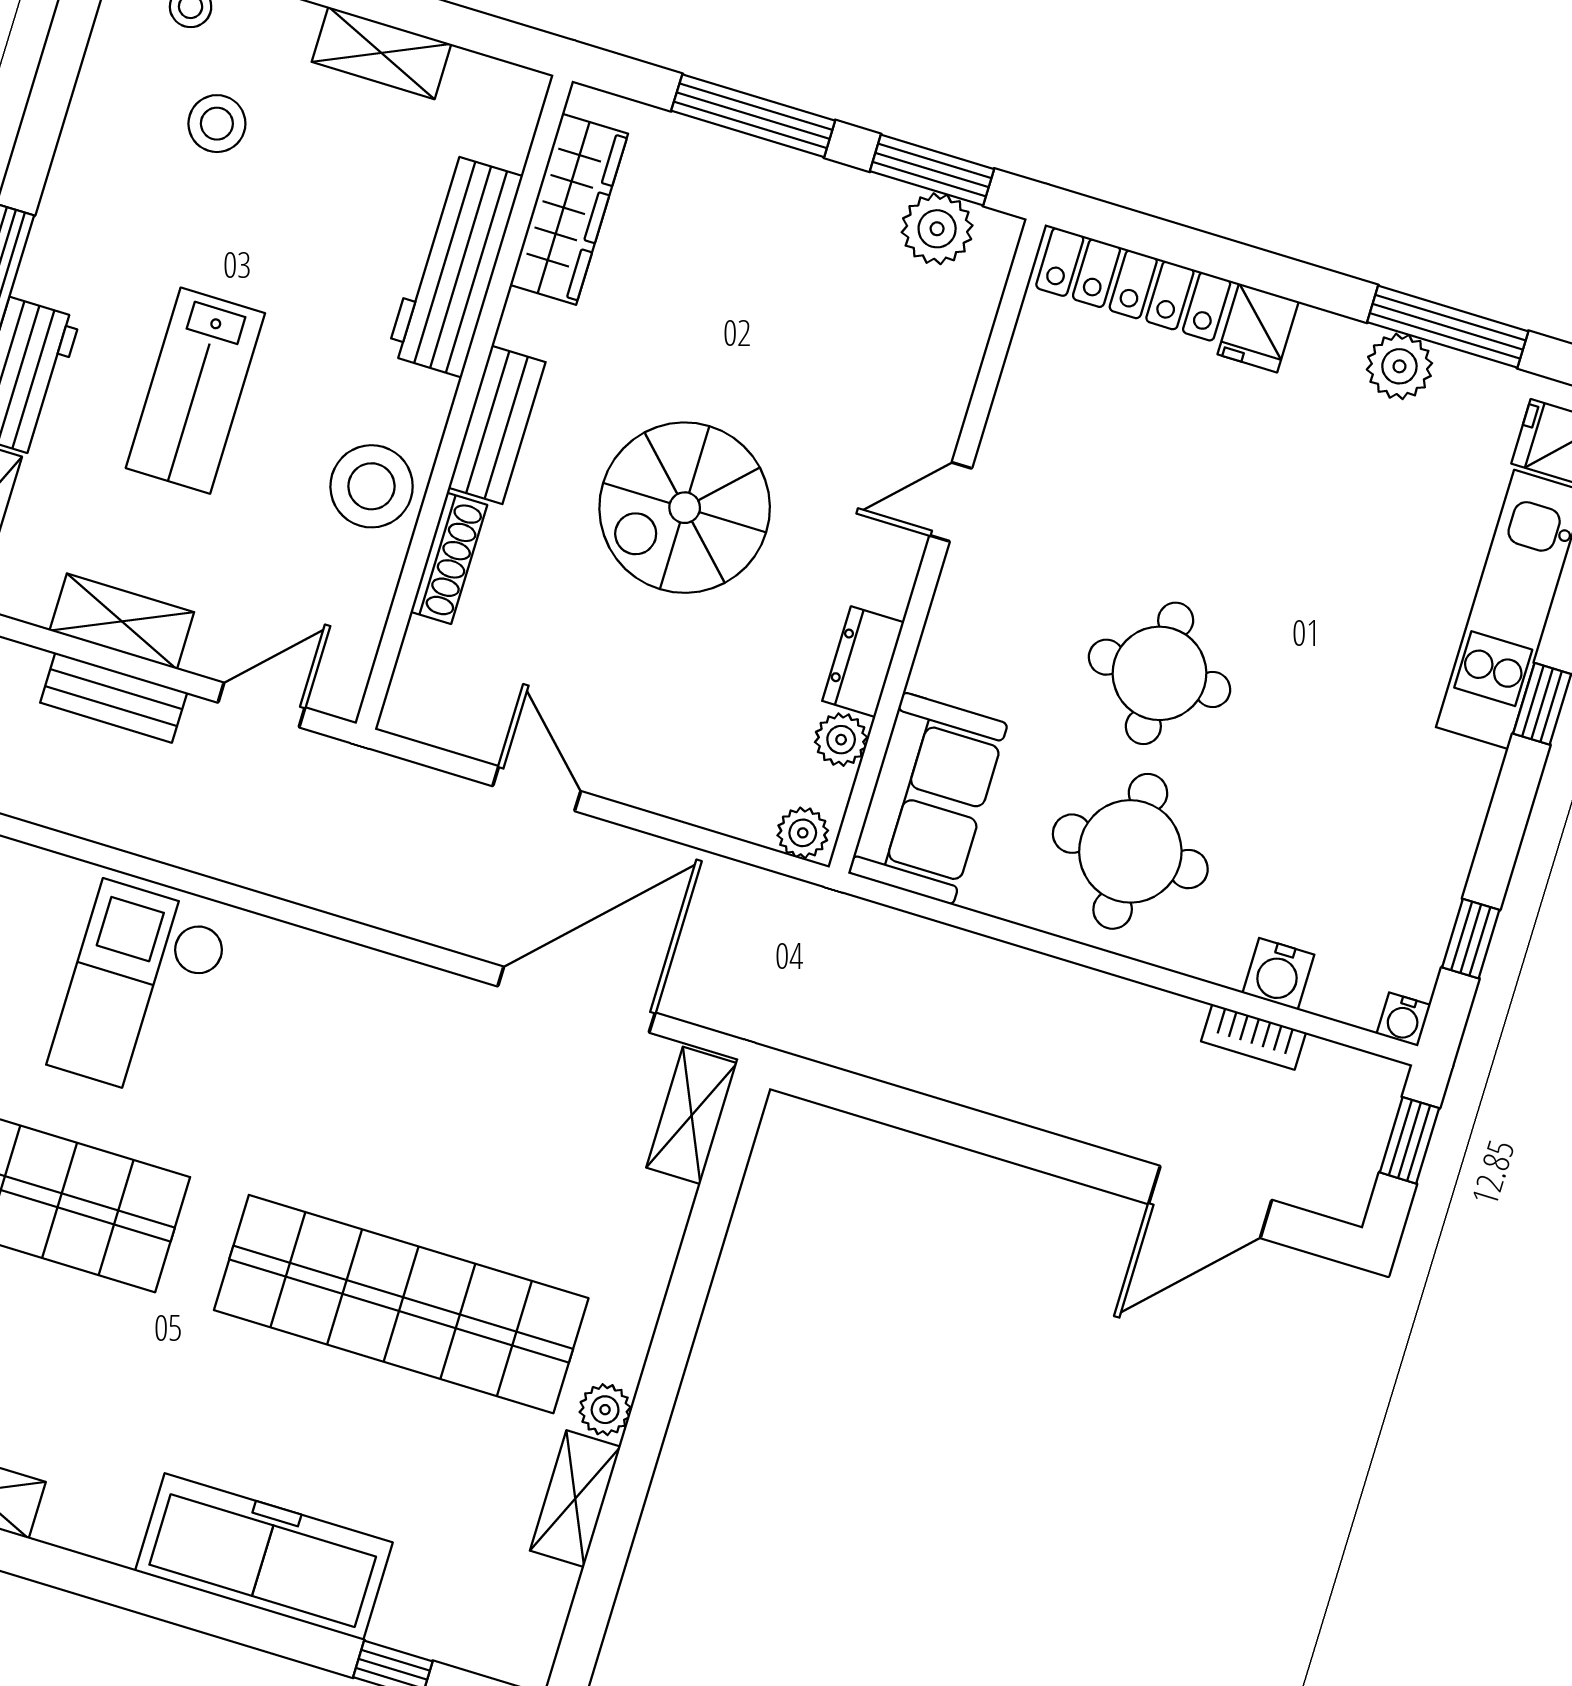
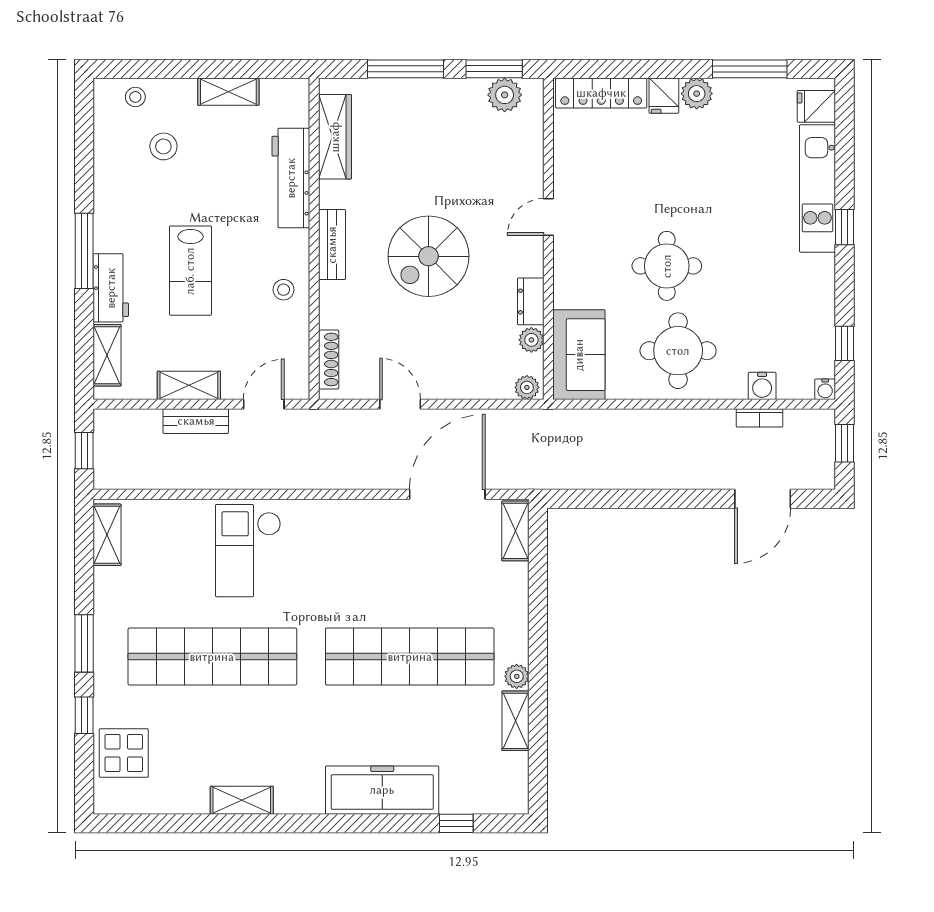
plant: (1399, 366) -> (697, 94), moved
stool: (372, 486) -> (284, 290), width x0.53, depth x0.53
shoe rack: (449, 558) -> (329, 359), moved

